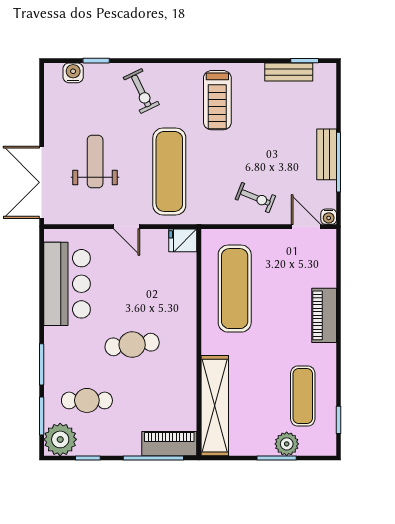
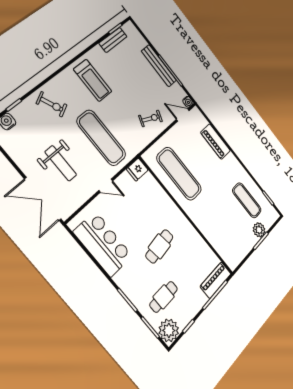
bench: (327, 154) -> (159, 66), width x1.36
weight bench: (95, 162) -> (61, 163), turned 180
piano: (324, 315) -> (216, 142), moved
shelving: (215, 406) -> (218, 241), removed

